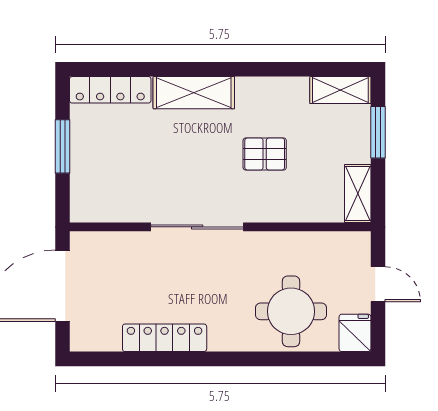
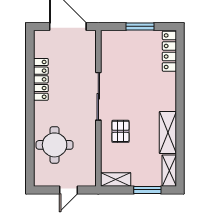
shelving: (194, 93) -> (168, 132), moved
pallet: (265, 154) -> (120, 131), moved
fridge: (355, 333) -> (43, 178), removed

